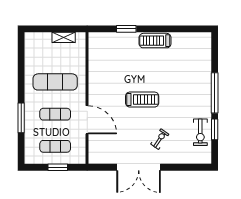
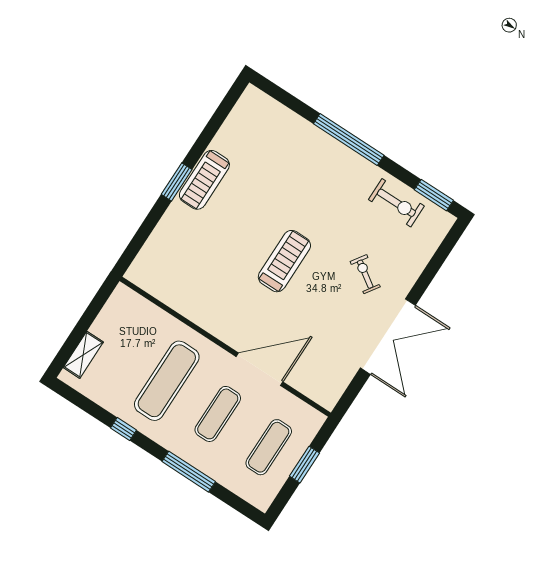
window: (126, 29) -> (177, 182), moved
shelving: (64, 37) -> (83, 355), moved
window: (21, 77) -> (123, 429), added
window: (215, 129) -> (434, 195), moved

